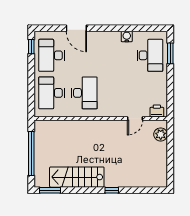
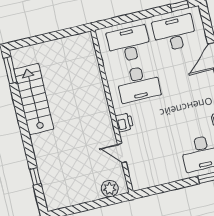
printer: (157, 111) -> (124, 122), moved
window: (31, 153) -> (49, 37), removed
window: (112, 190) -> (35, 176), moved

